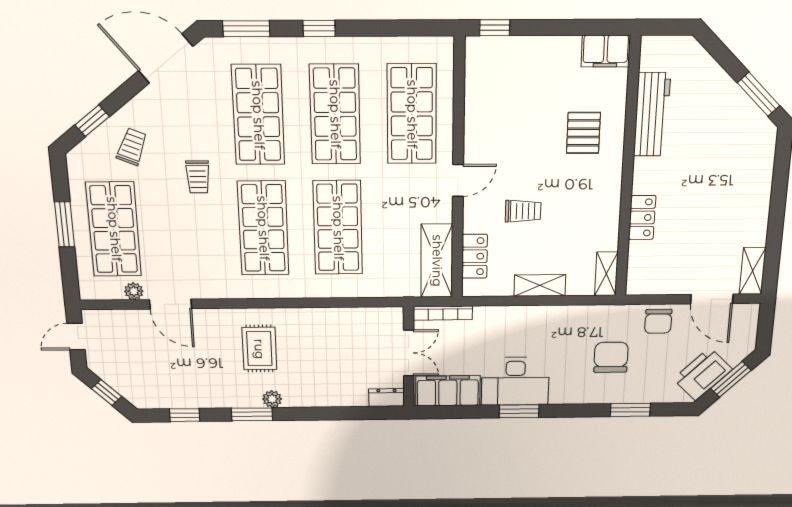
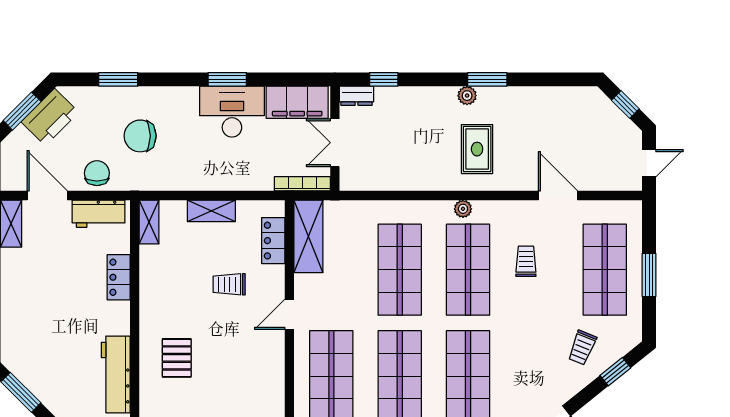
trolley: (198, 177) -> (526, 261), moved
workbench: (659, 282) -> (99, 214), added
plant: (134, 291) -> (463, 209), moved
chair: (611, 357) -> (140, 136), turned 90
window: (185, 415) -> (384, 79), moved

